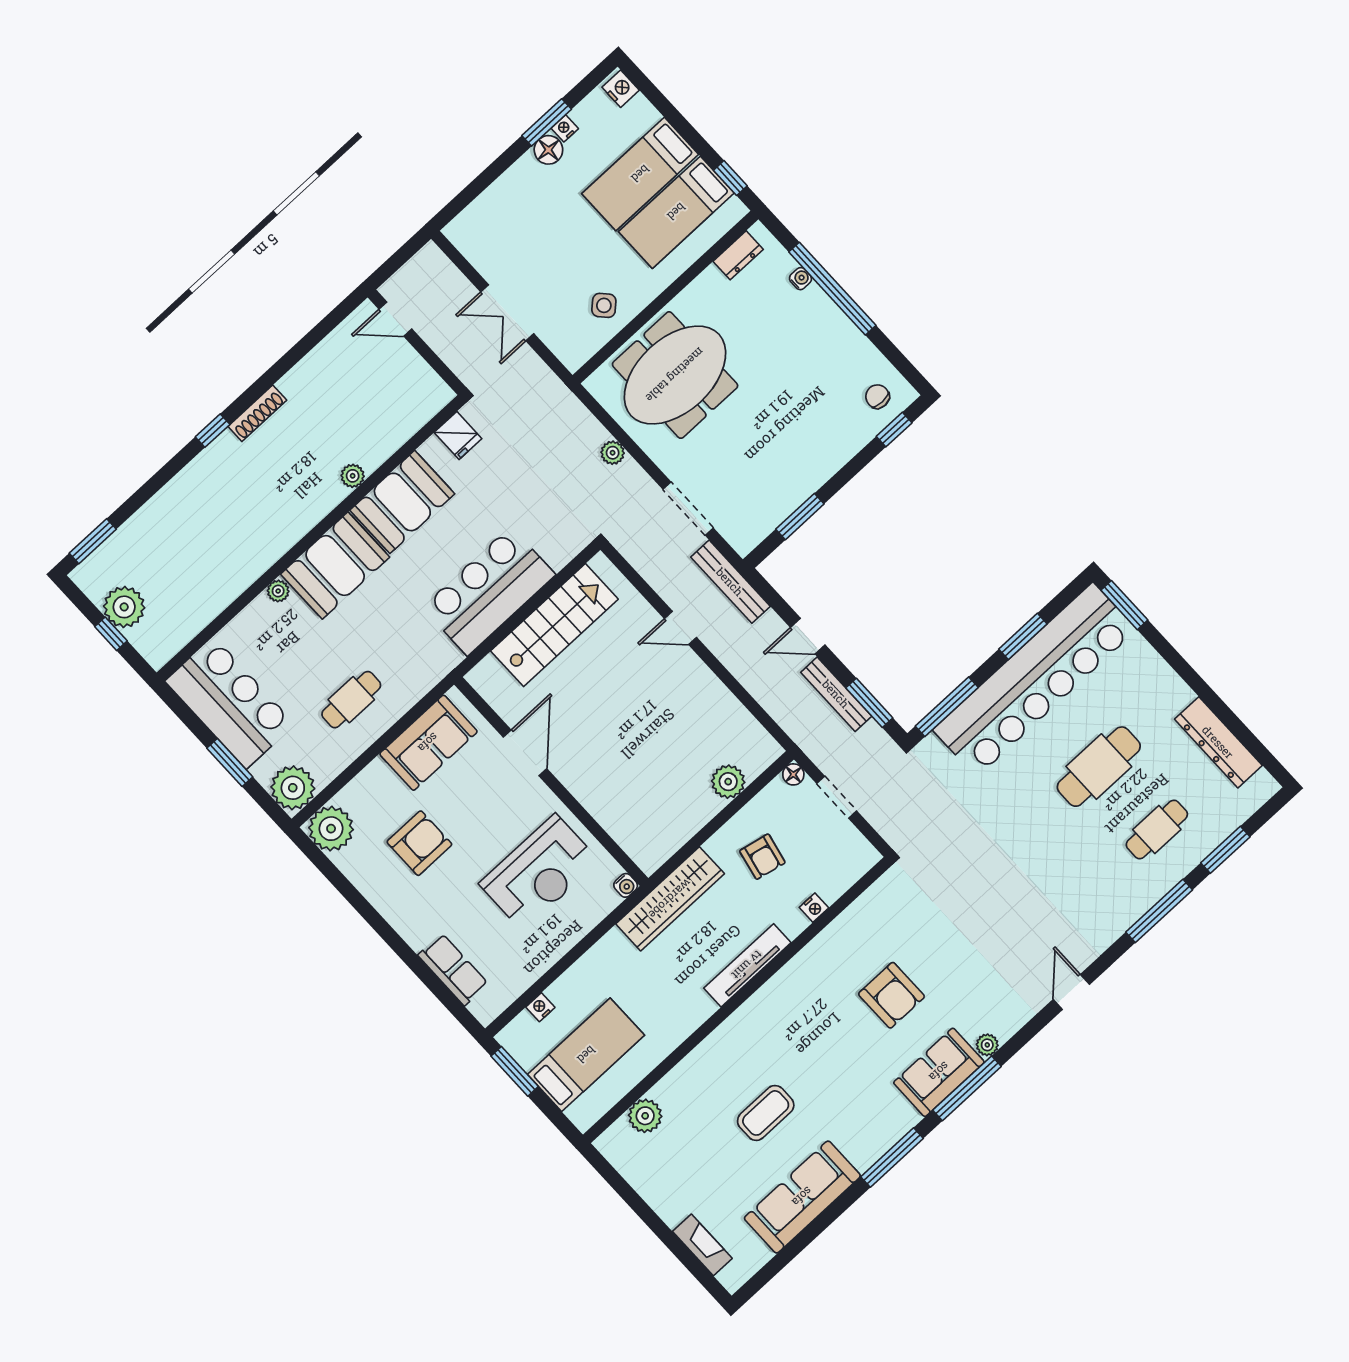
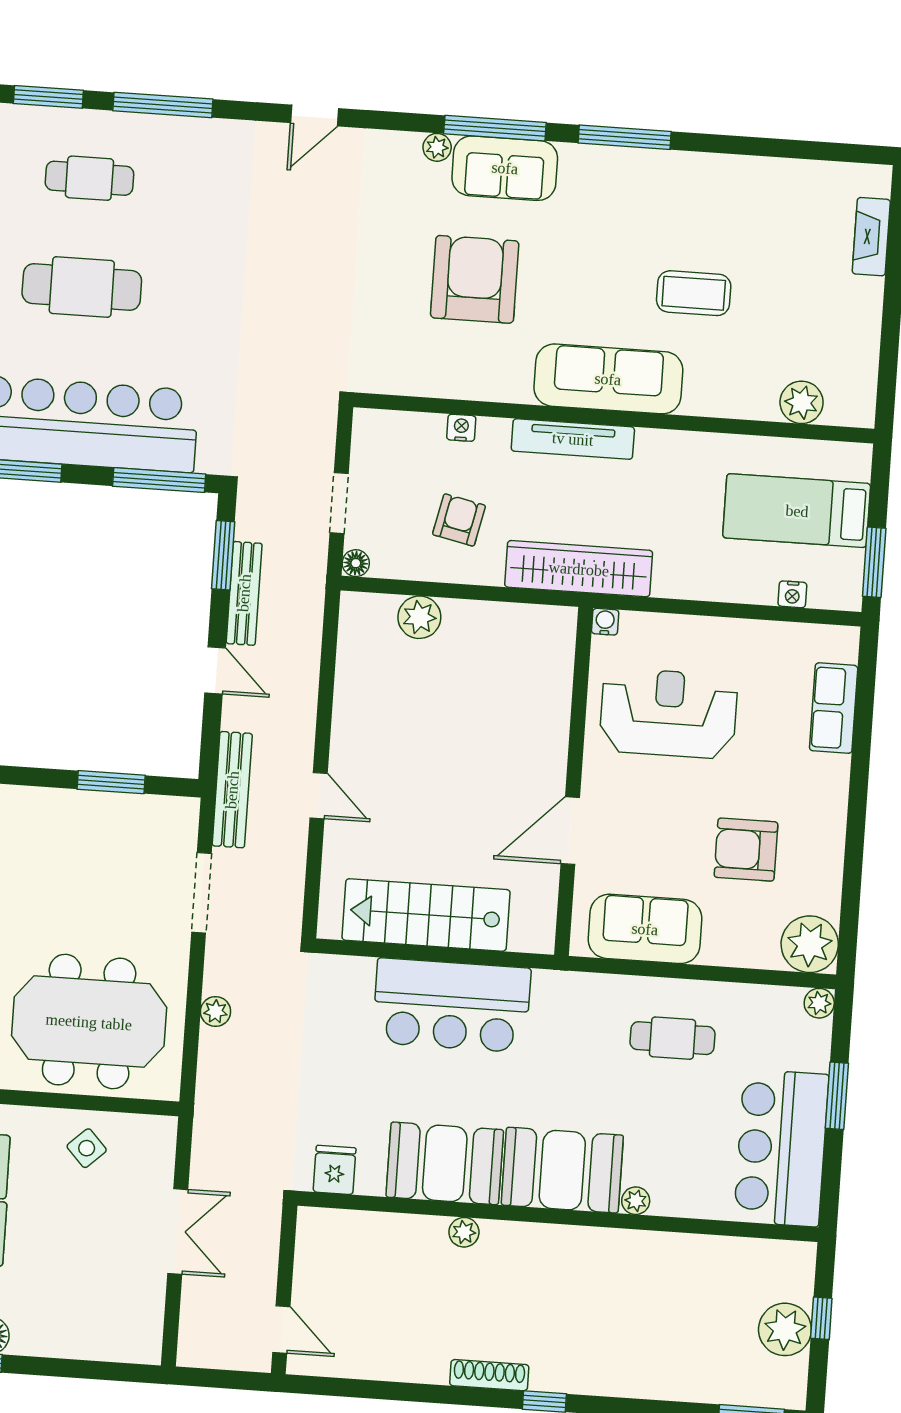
plant: (293, 788) -> (819, 1003), width x0.53, depth x0.53
armchair: (892, 995) -> (475, 279), width x1.36, depth x1.36
sofa: (802, 1197) -> (608, 379), moved, turned 180

